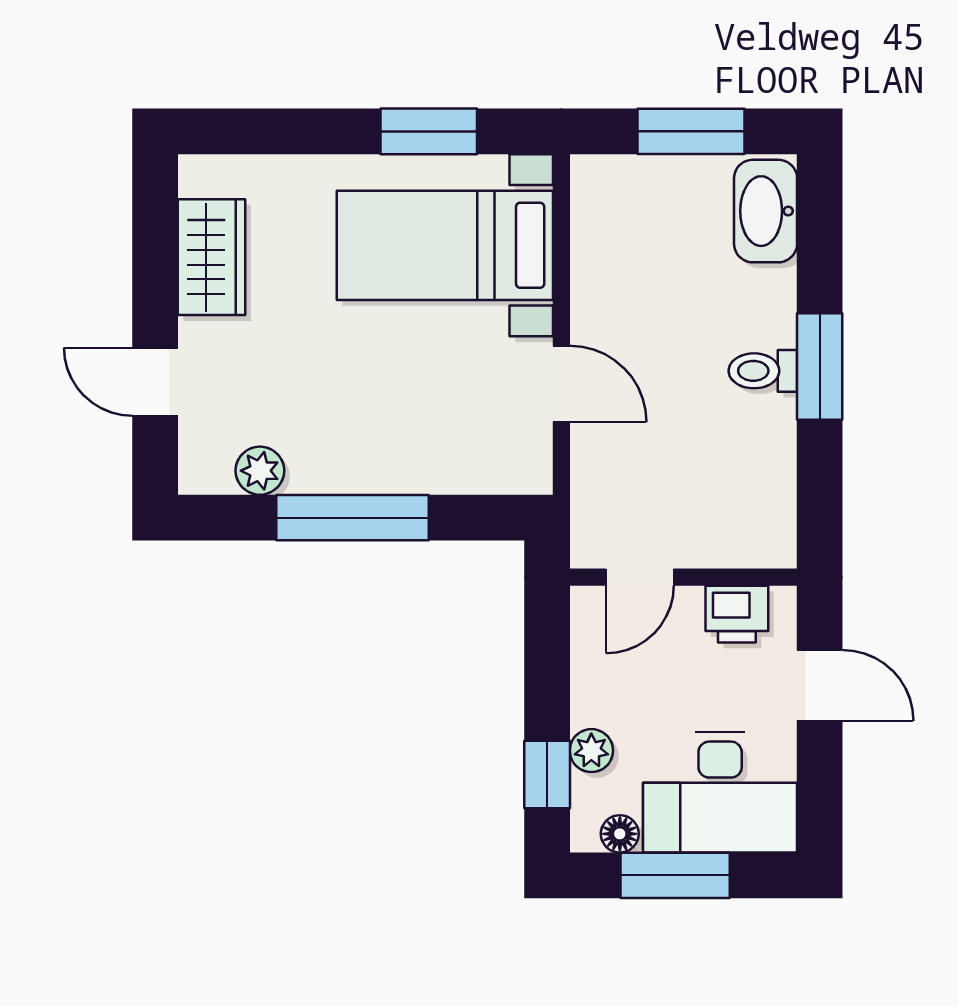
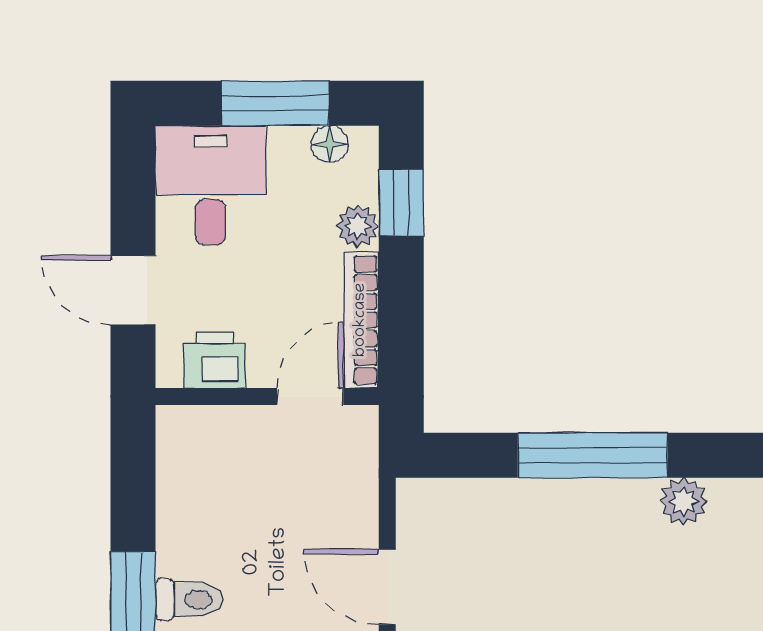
bookcase: (588, 655) -> (361, 320), added
desk: (720, 792) -> (211, 185), width x0.73

